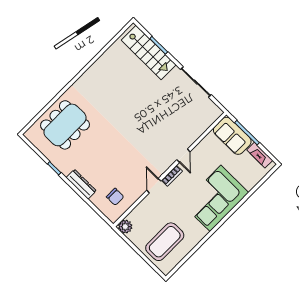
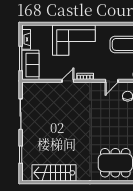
stairs: (149, 52) -> (54, 173), moved, turned -90
door: (154, 186) -> (112, 81), moved

